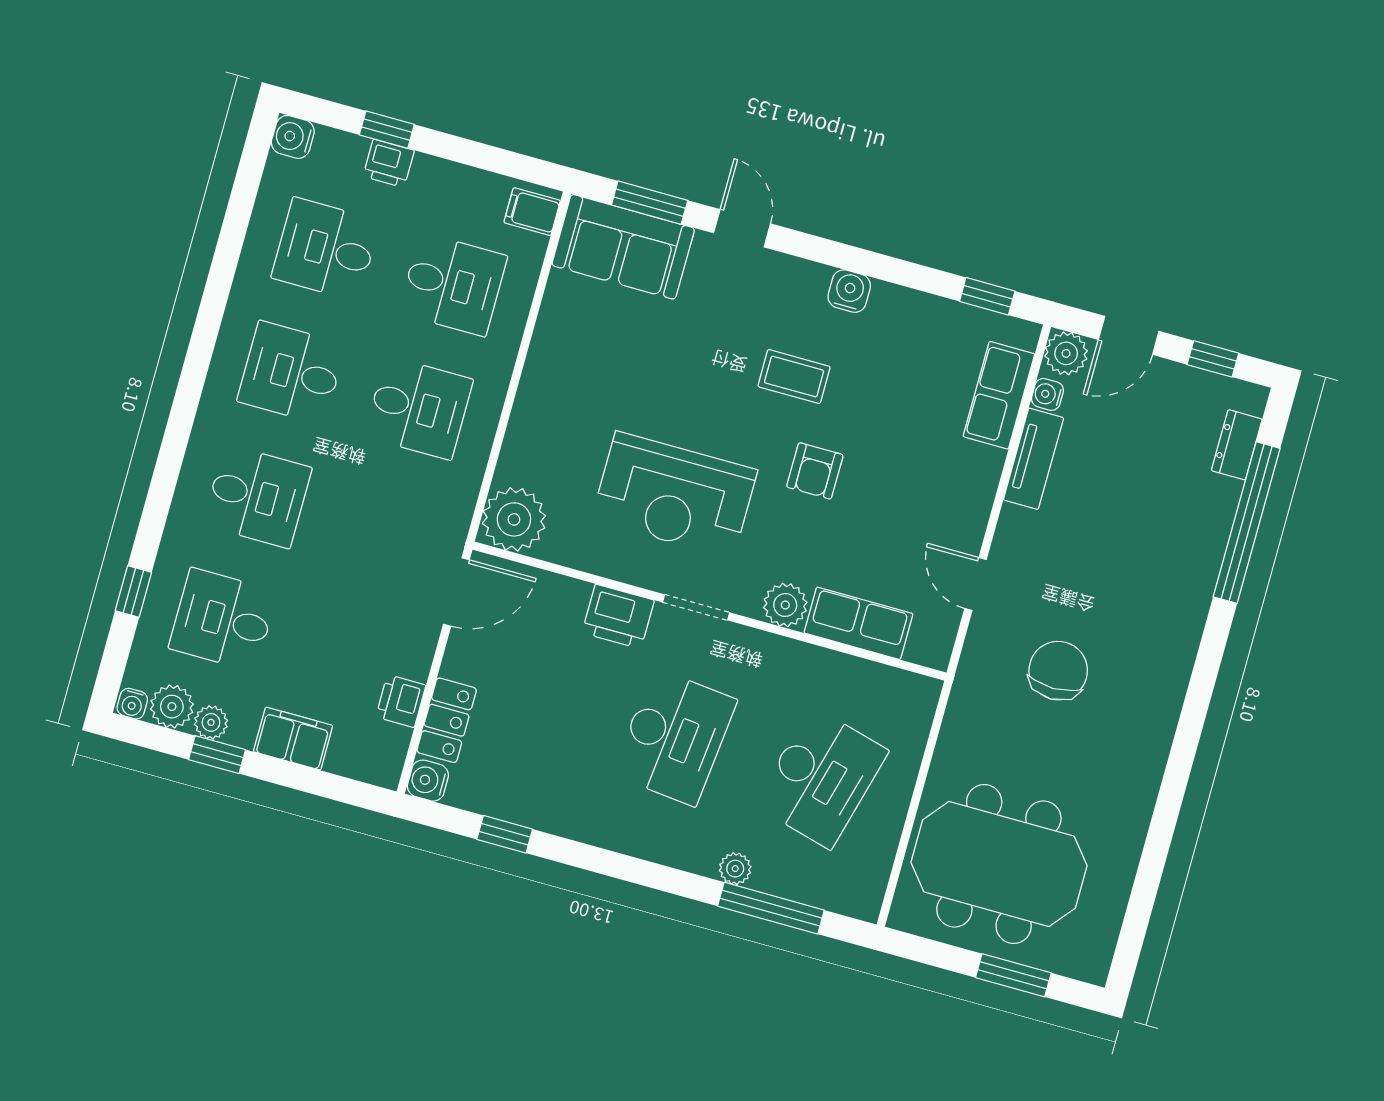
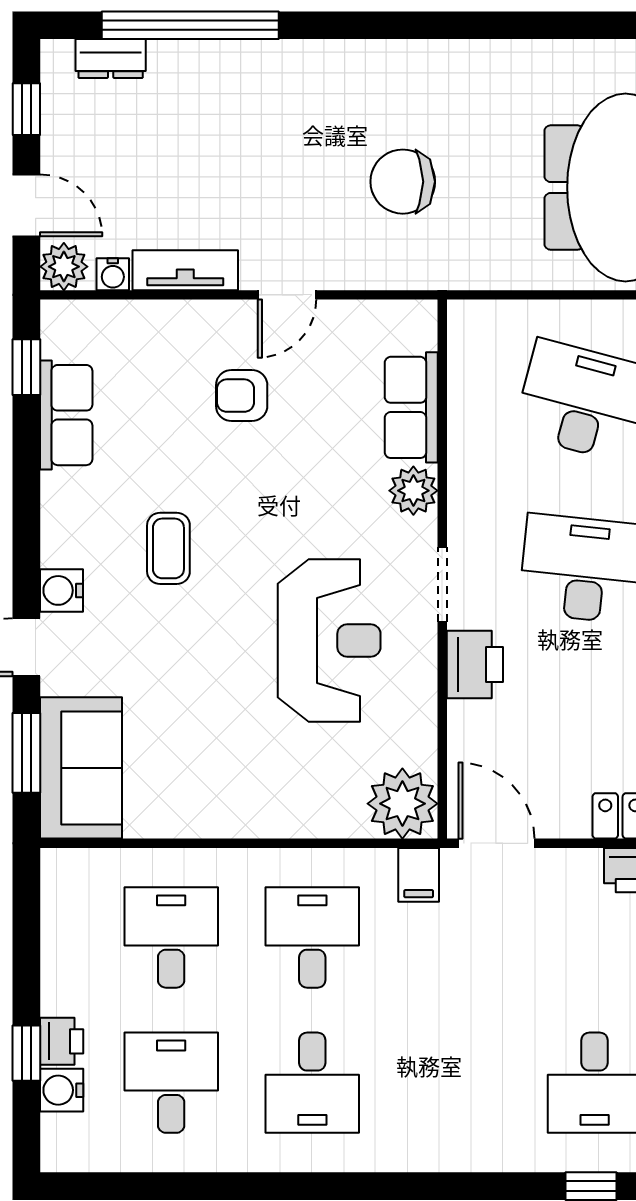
water cooler: (293, 137) -> (62, 1090), moved, turned 90
filing cabinet: (532, 212) -> (419, 875), moved
desk: (326, 249) -> (171, 1083), turned 180
water cooler: (849, 291) -> (61, 590), moved
row of seats: (999, 395) -> (66, 415), moved, turned -90
armchair: (815, 471) -> (242, 396), moved, turned 180
desk: (257, 496) -> (453, 1083), removed
door: (975, 584) -> (287, 295), moved

